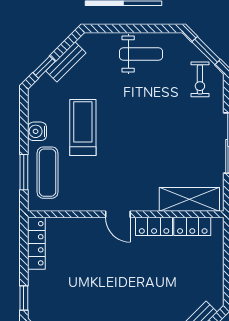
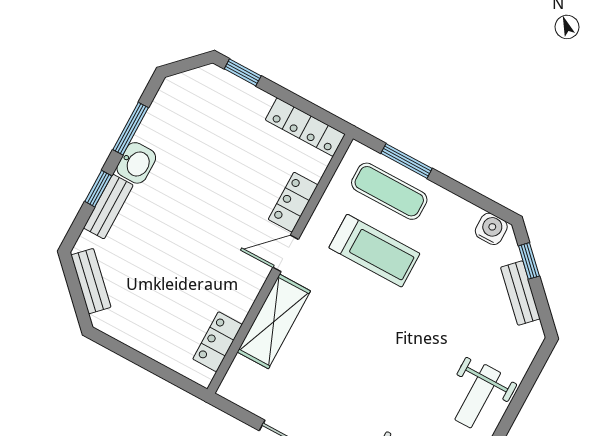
treadmill: (83, 127) -> (374, 251), moved
water cooler: (37, 131) -> (491, 229), moved
shelving: (189, 199) -> (274, 321), moved
locker: (154, 226) -> (293, 202), moved

